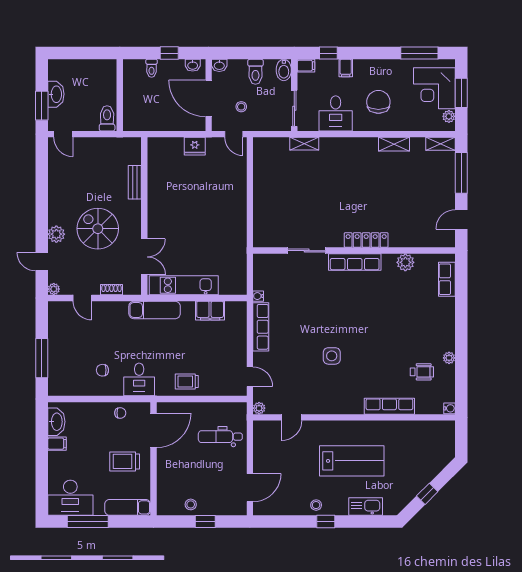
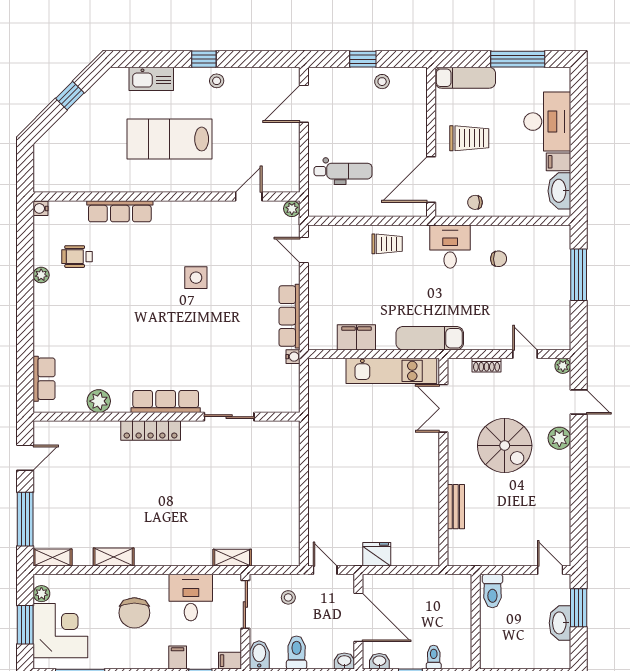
stool: (241, 107) -> (288, 597), moved
desk: (70, 498) -> (547, 122), moved, turned 90

